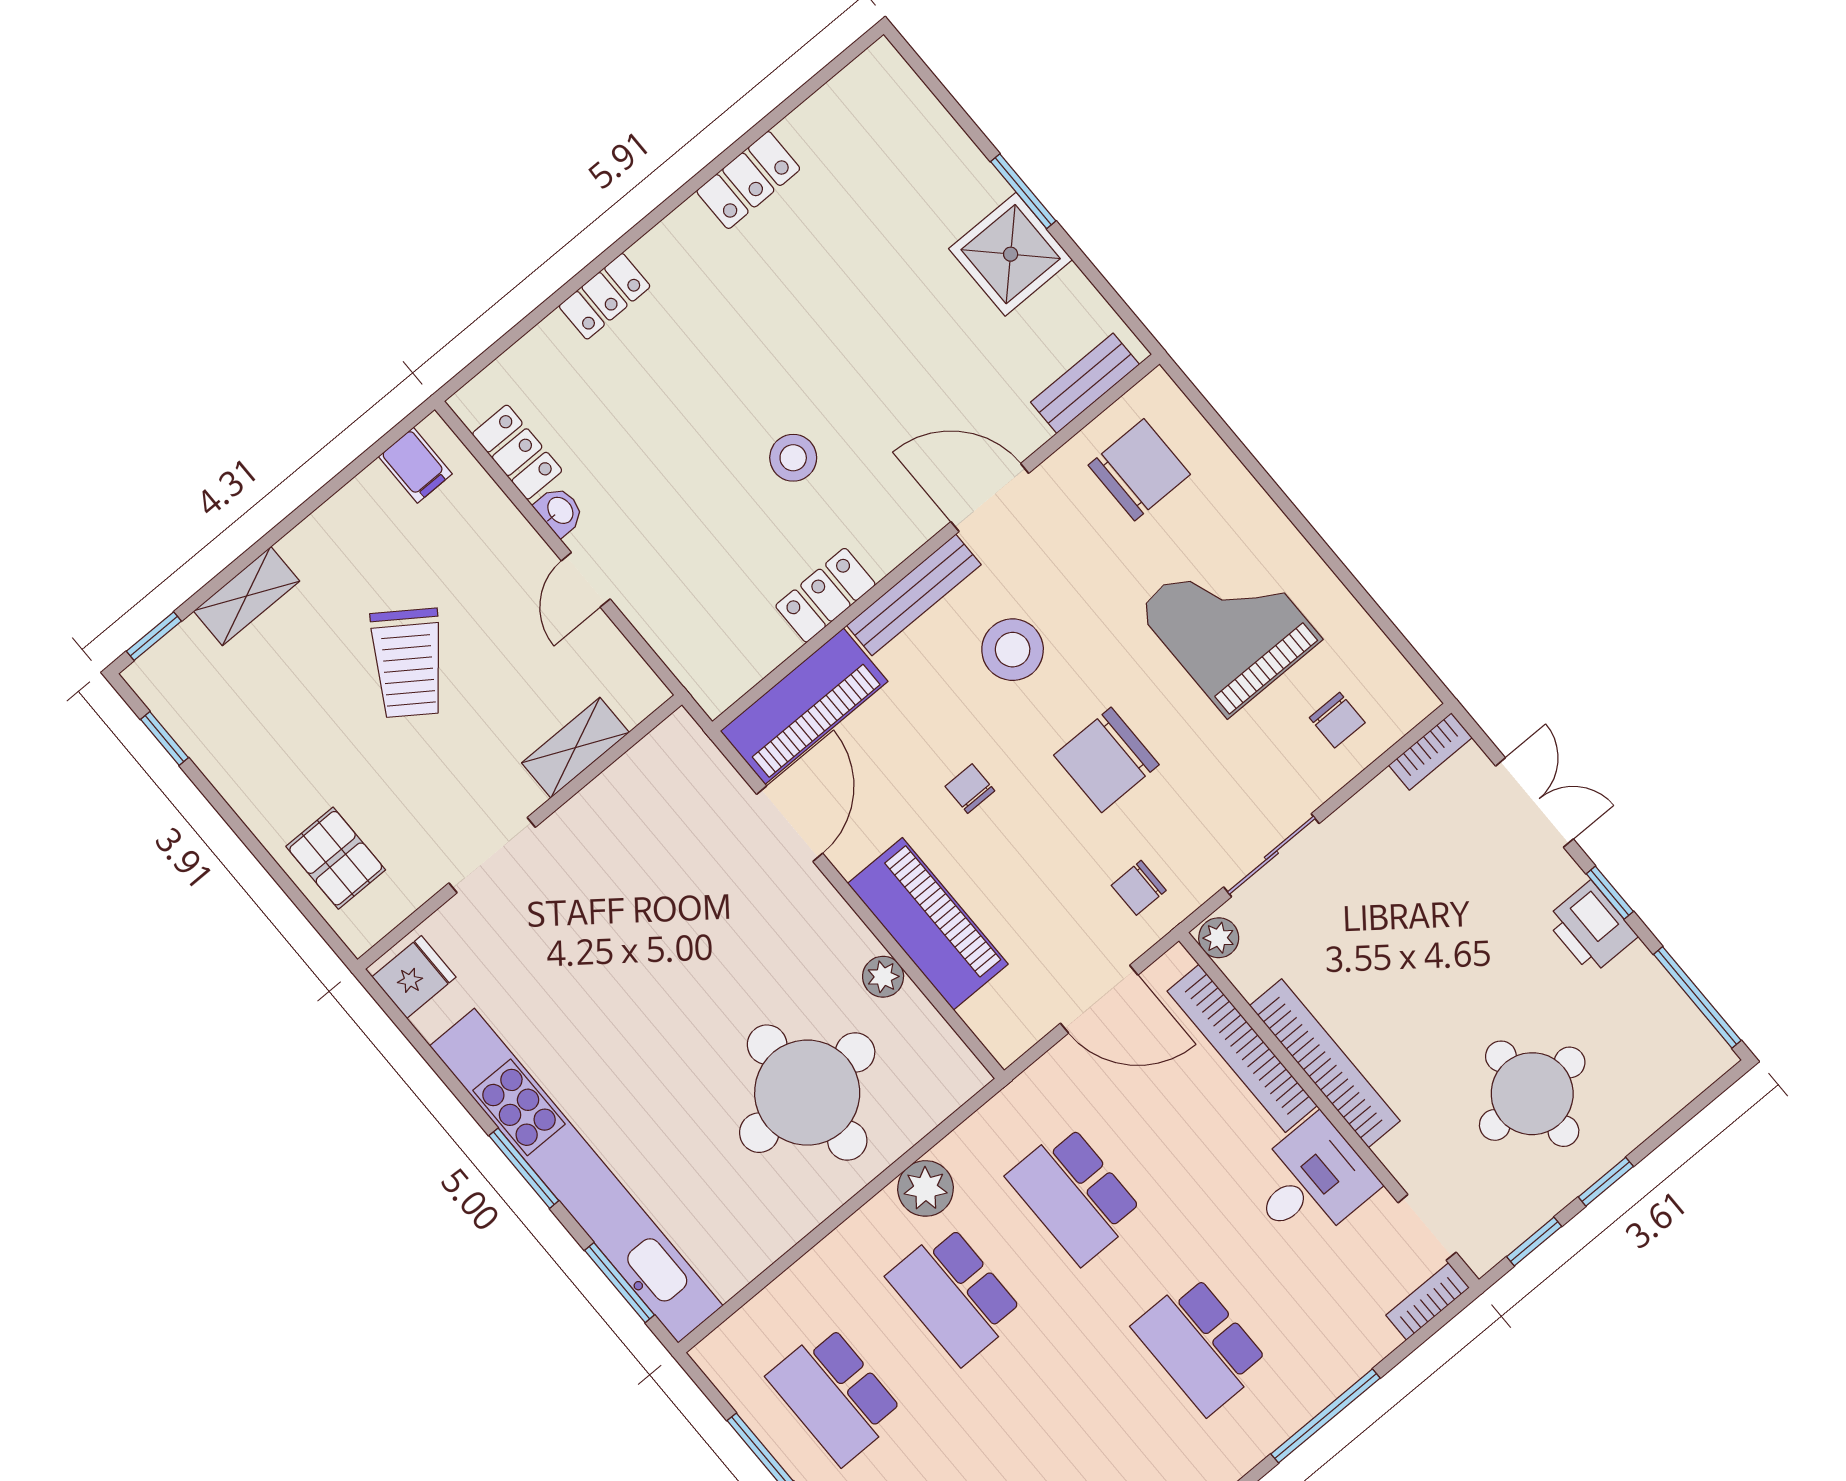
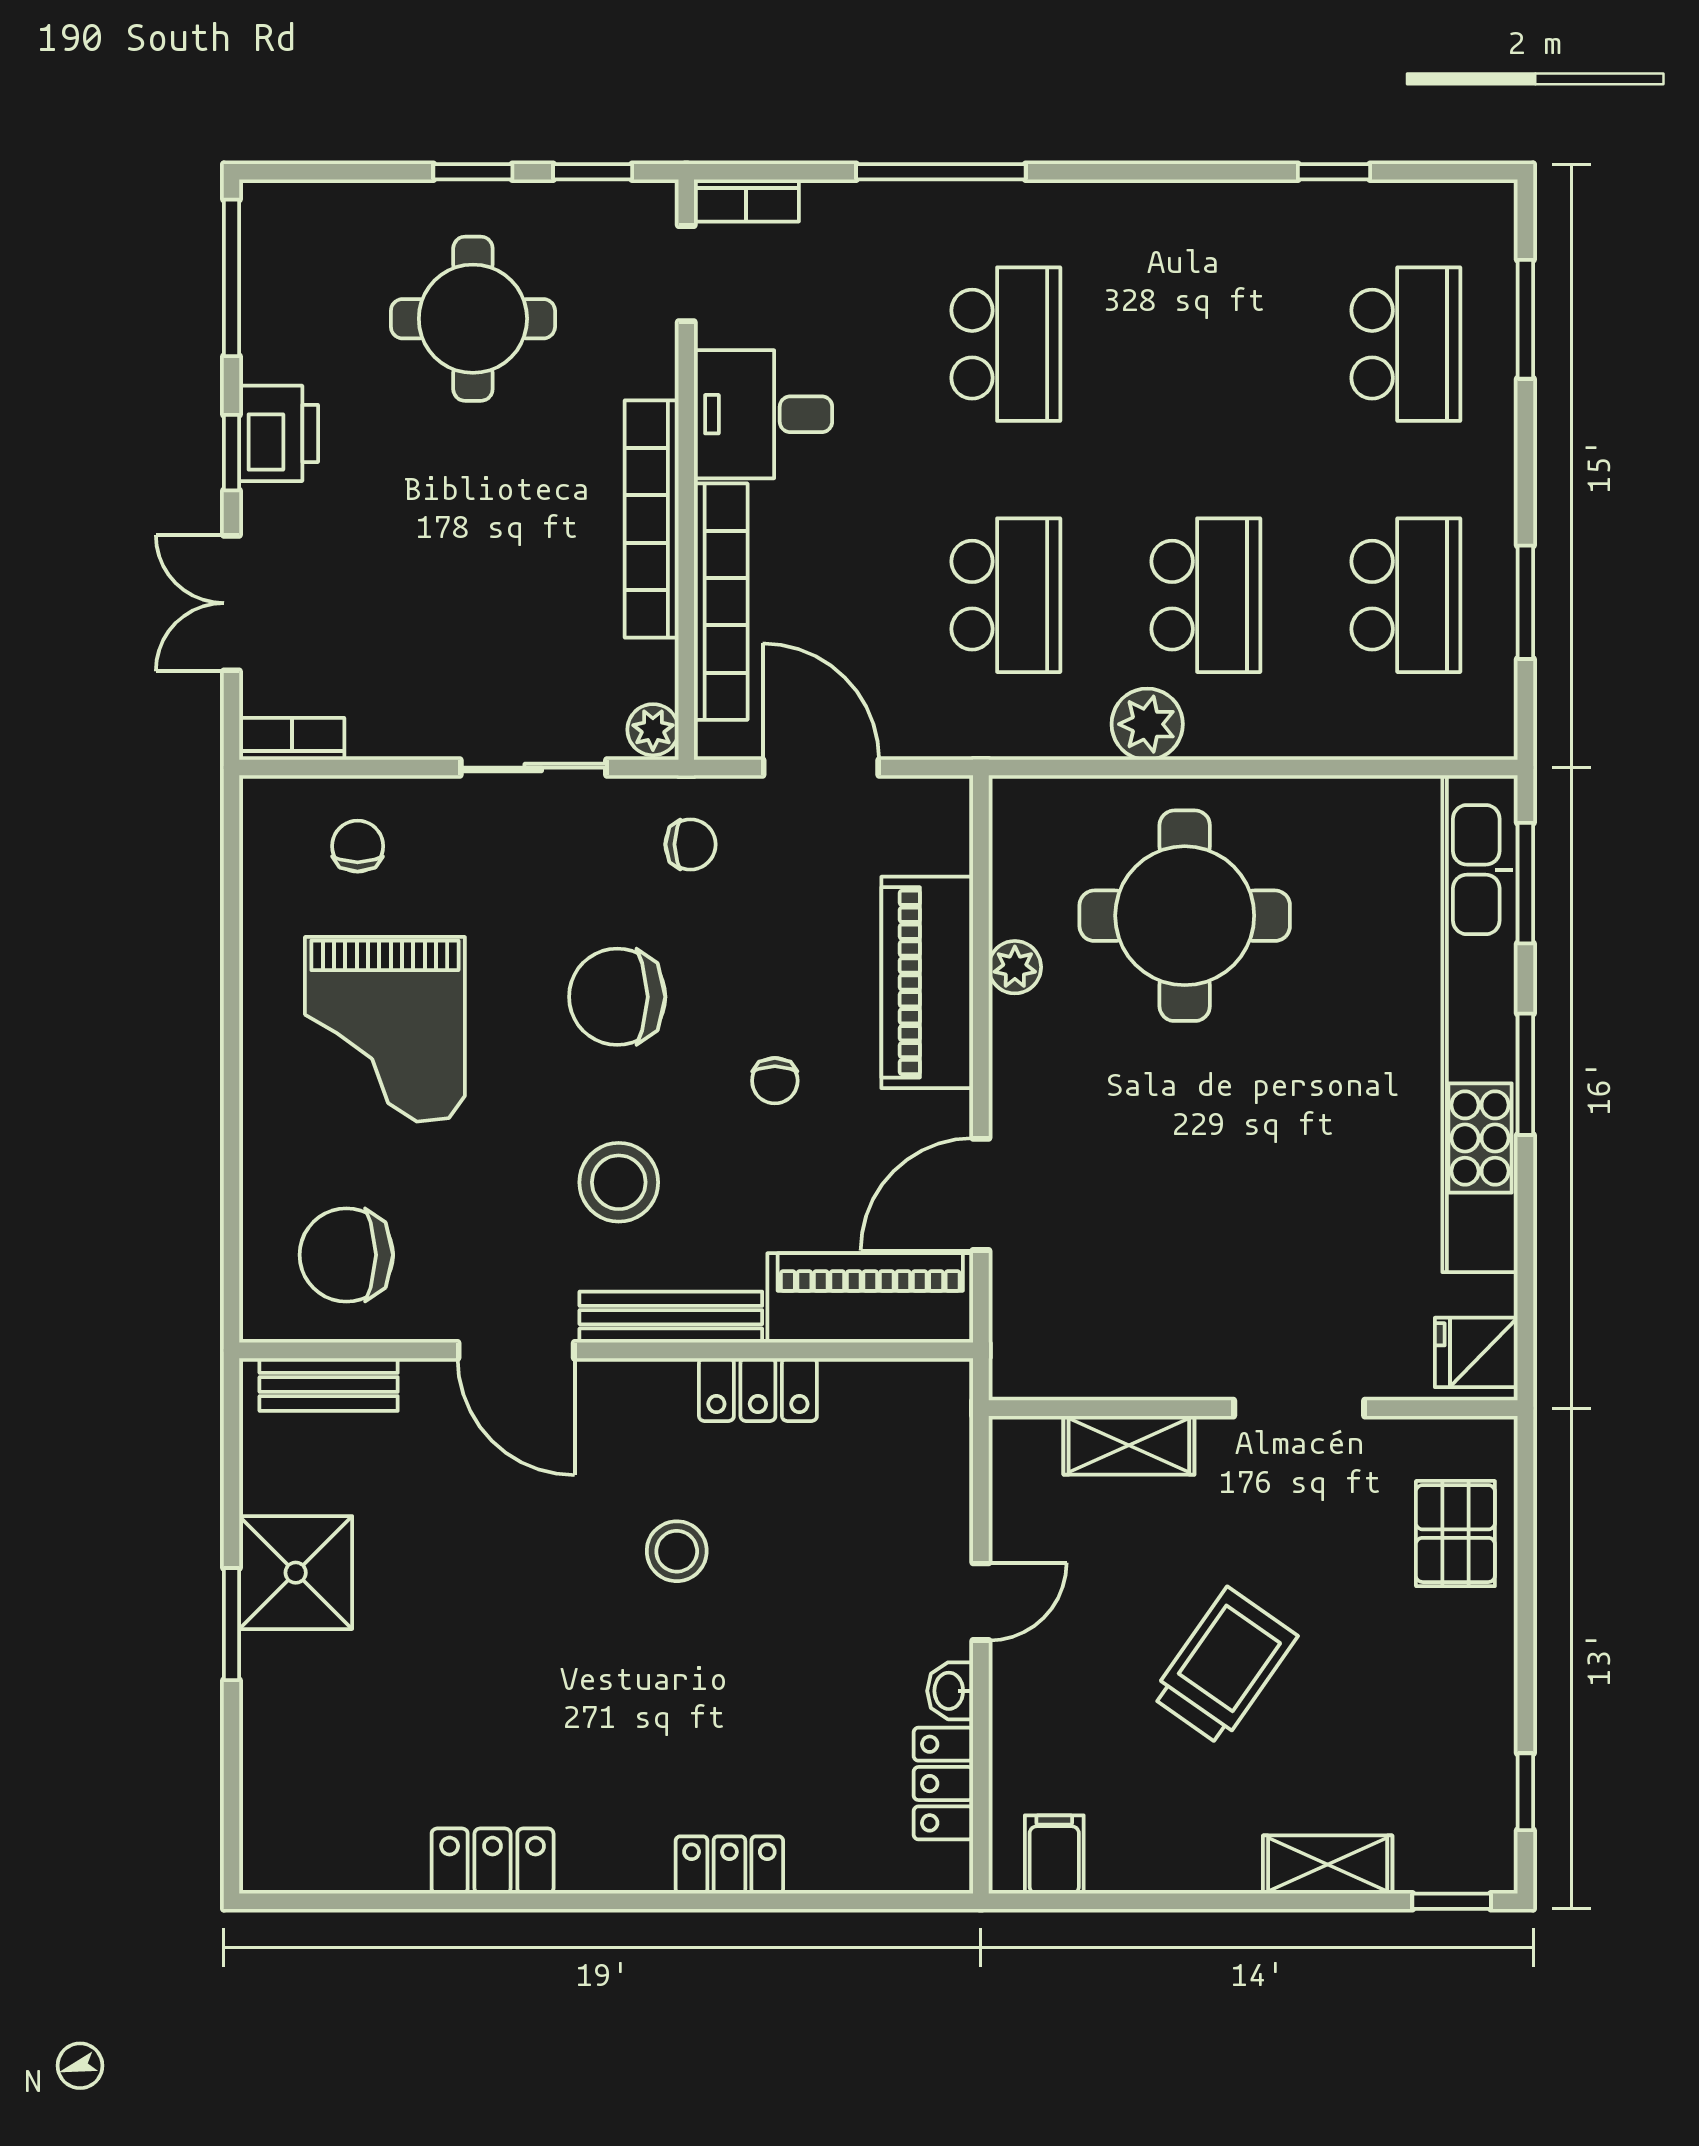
chair: (1106, 760) -> (617, 997), turned 180

